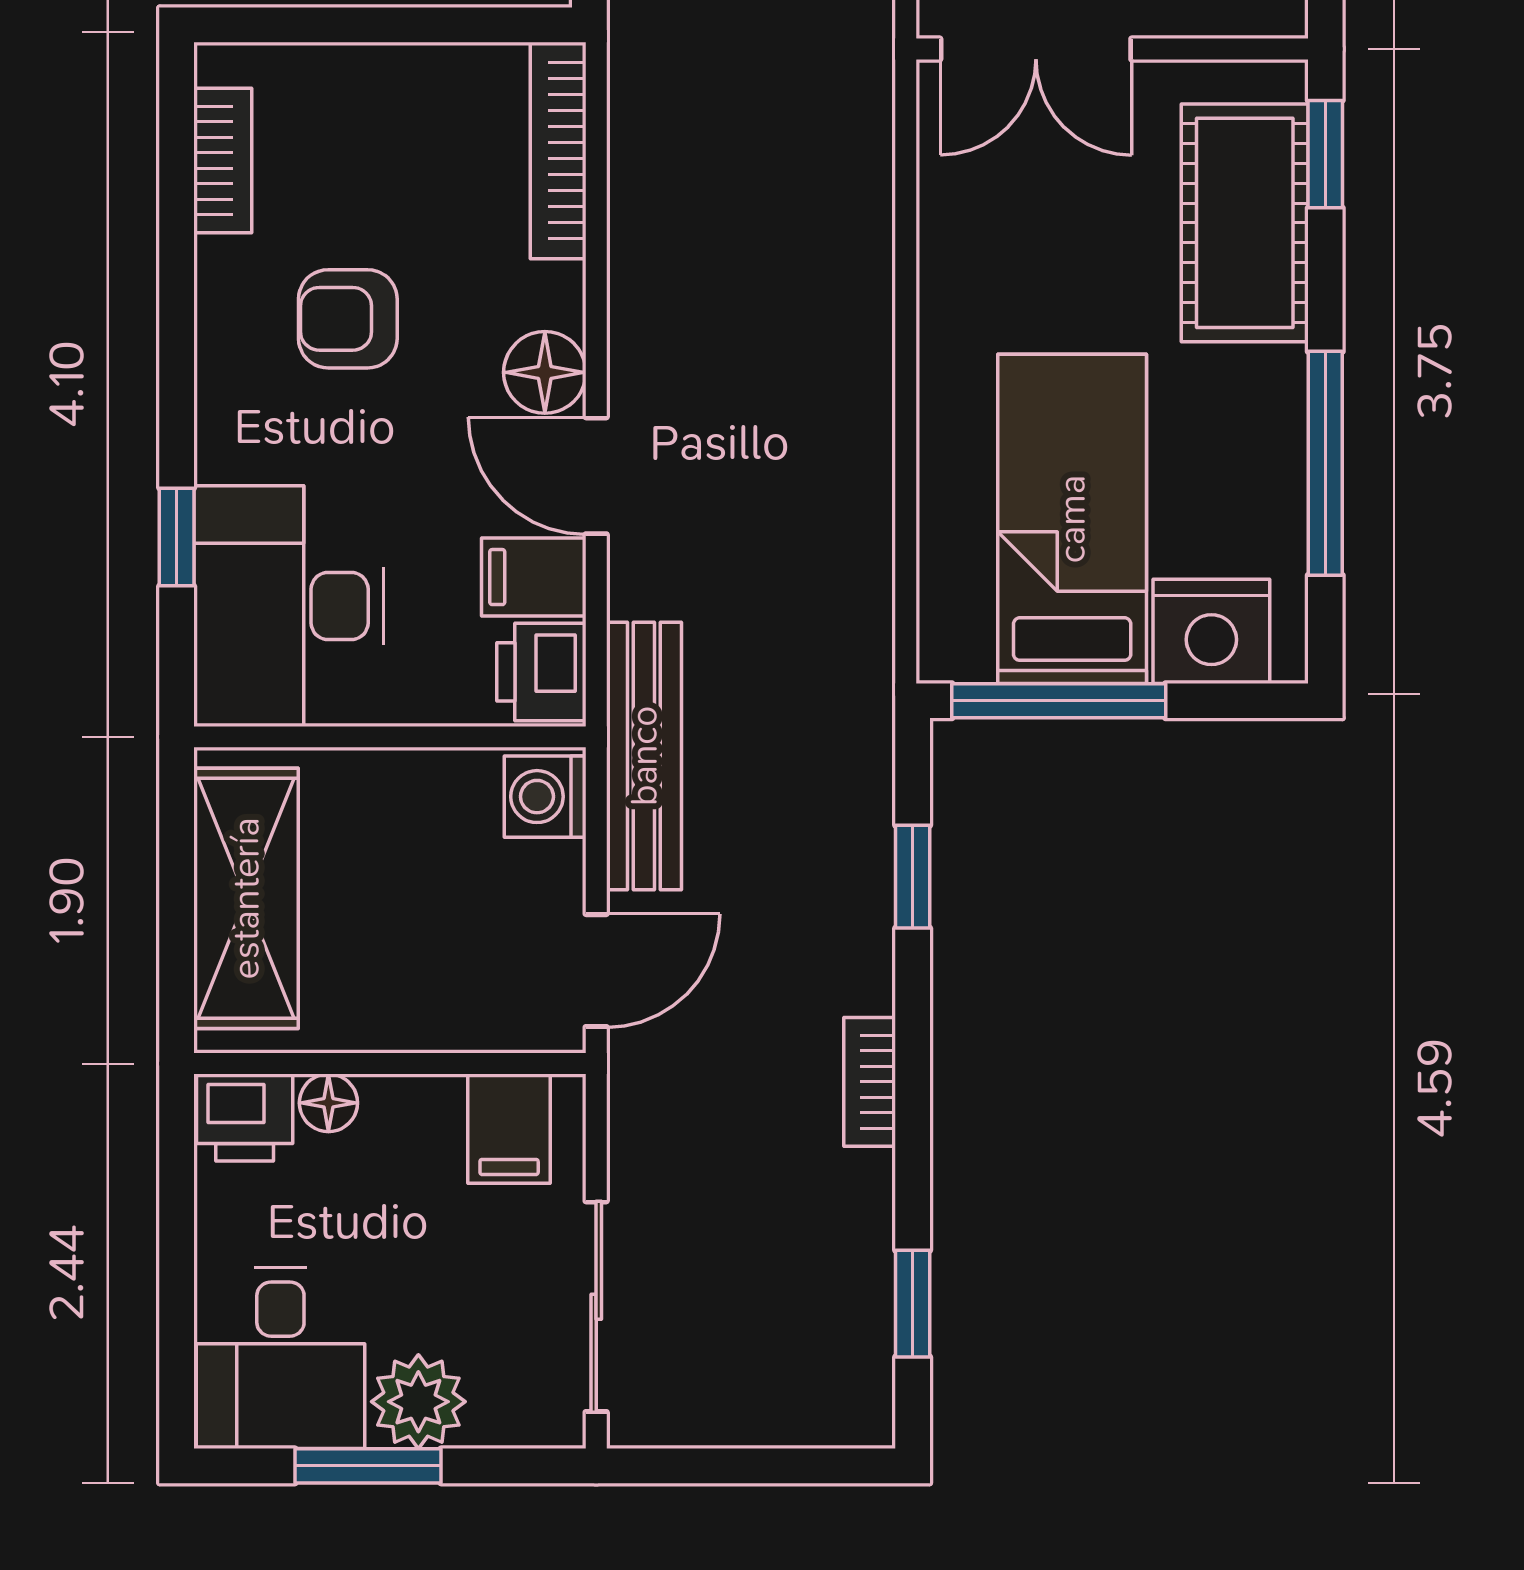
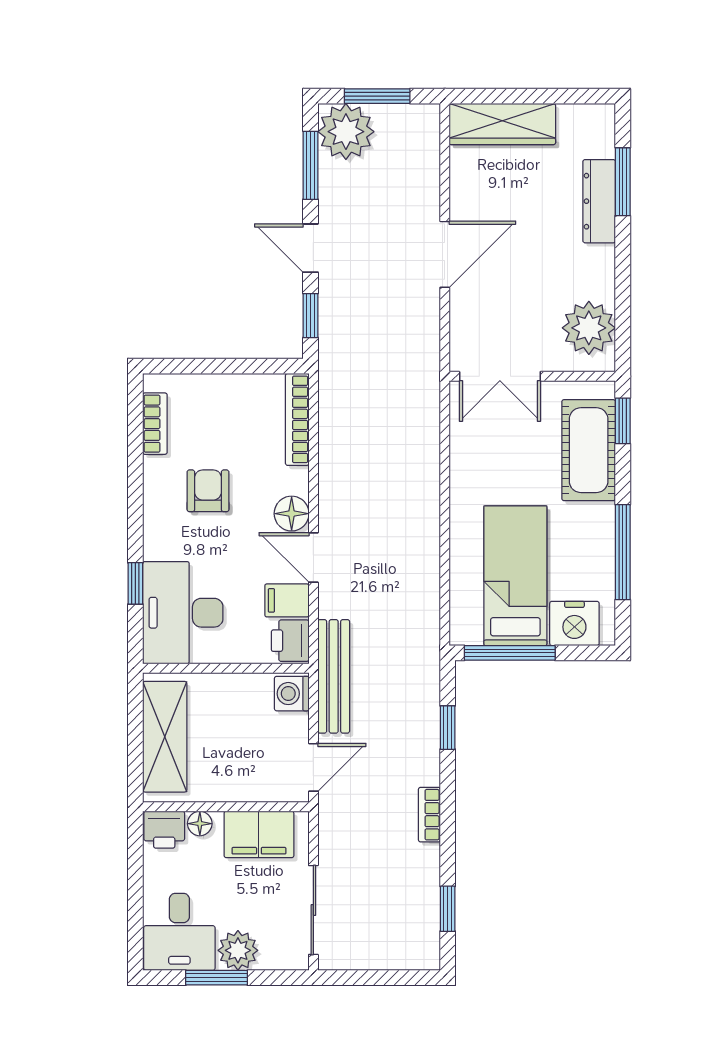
armchair: (348, 319) -> (208, 491), turned 90
filing cabinet: (509, 1129) -> (259, 834), width x2.00

